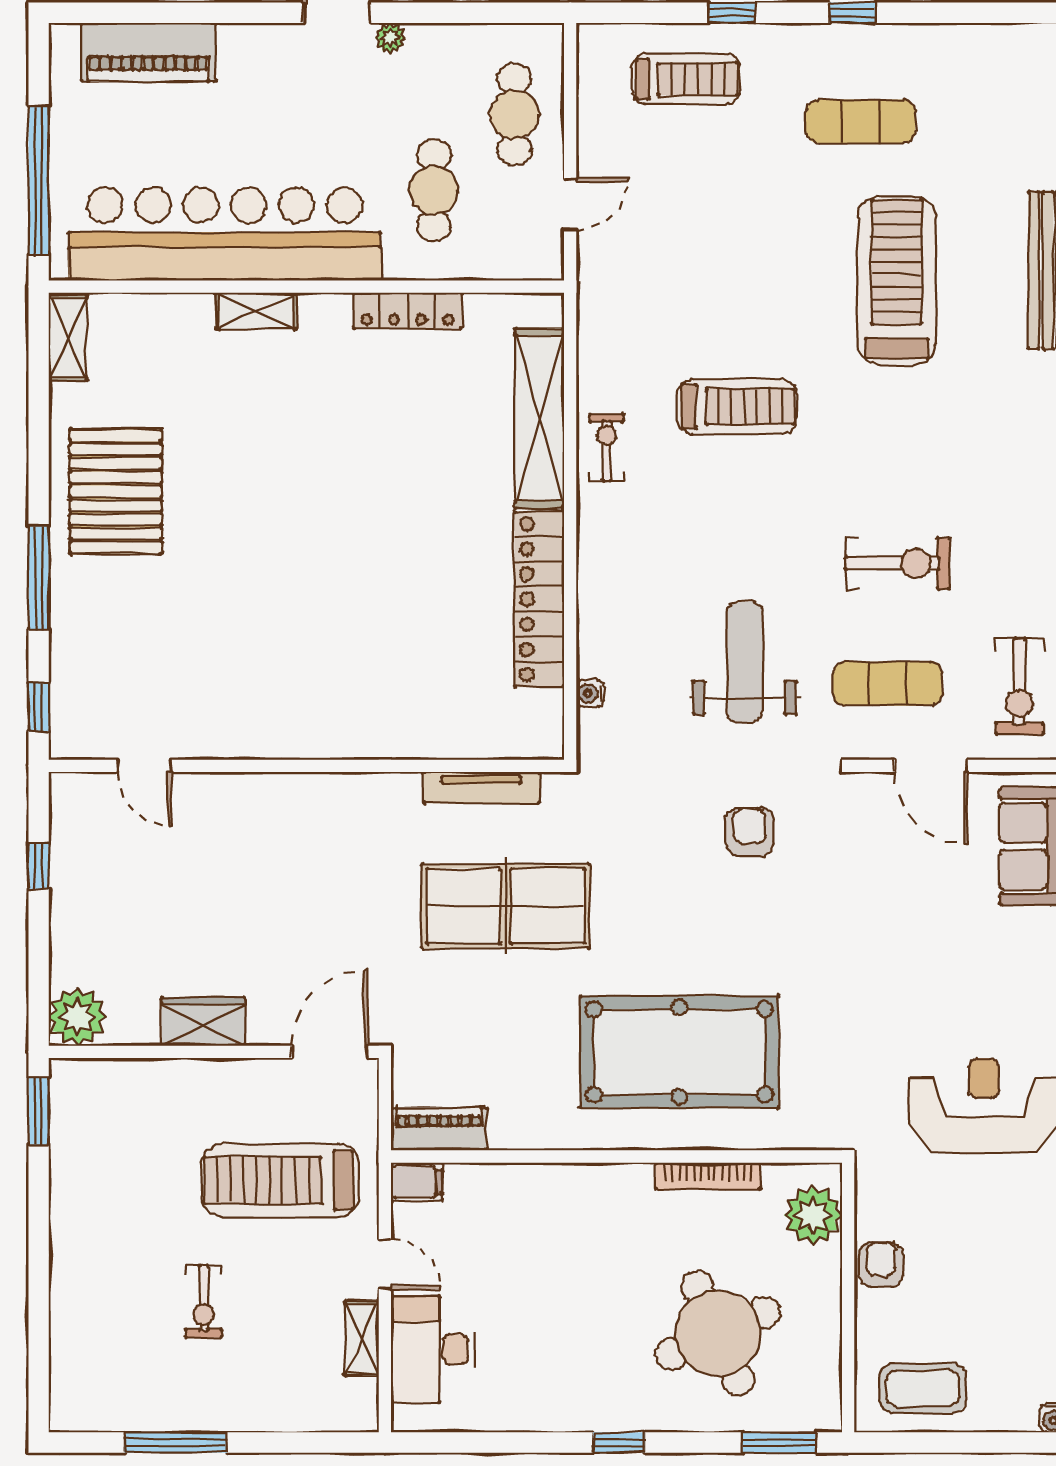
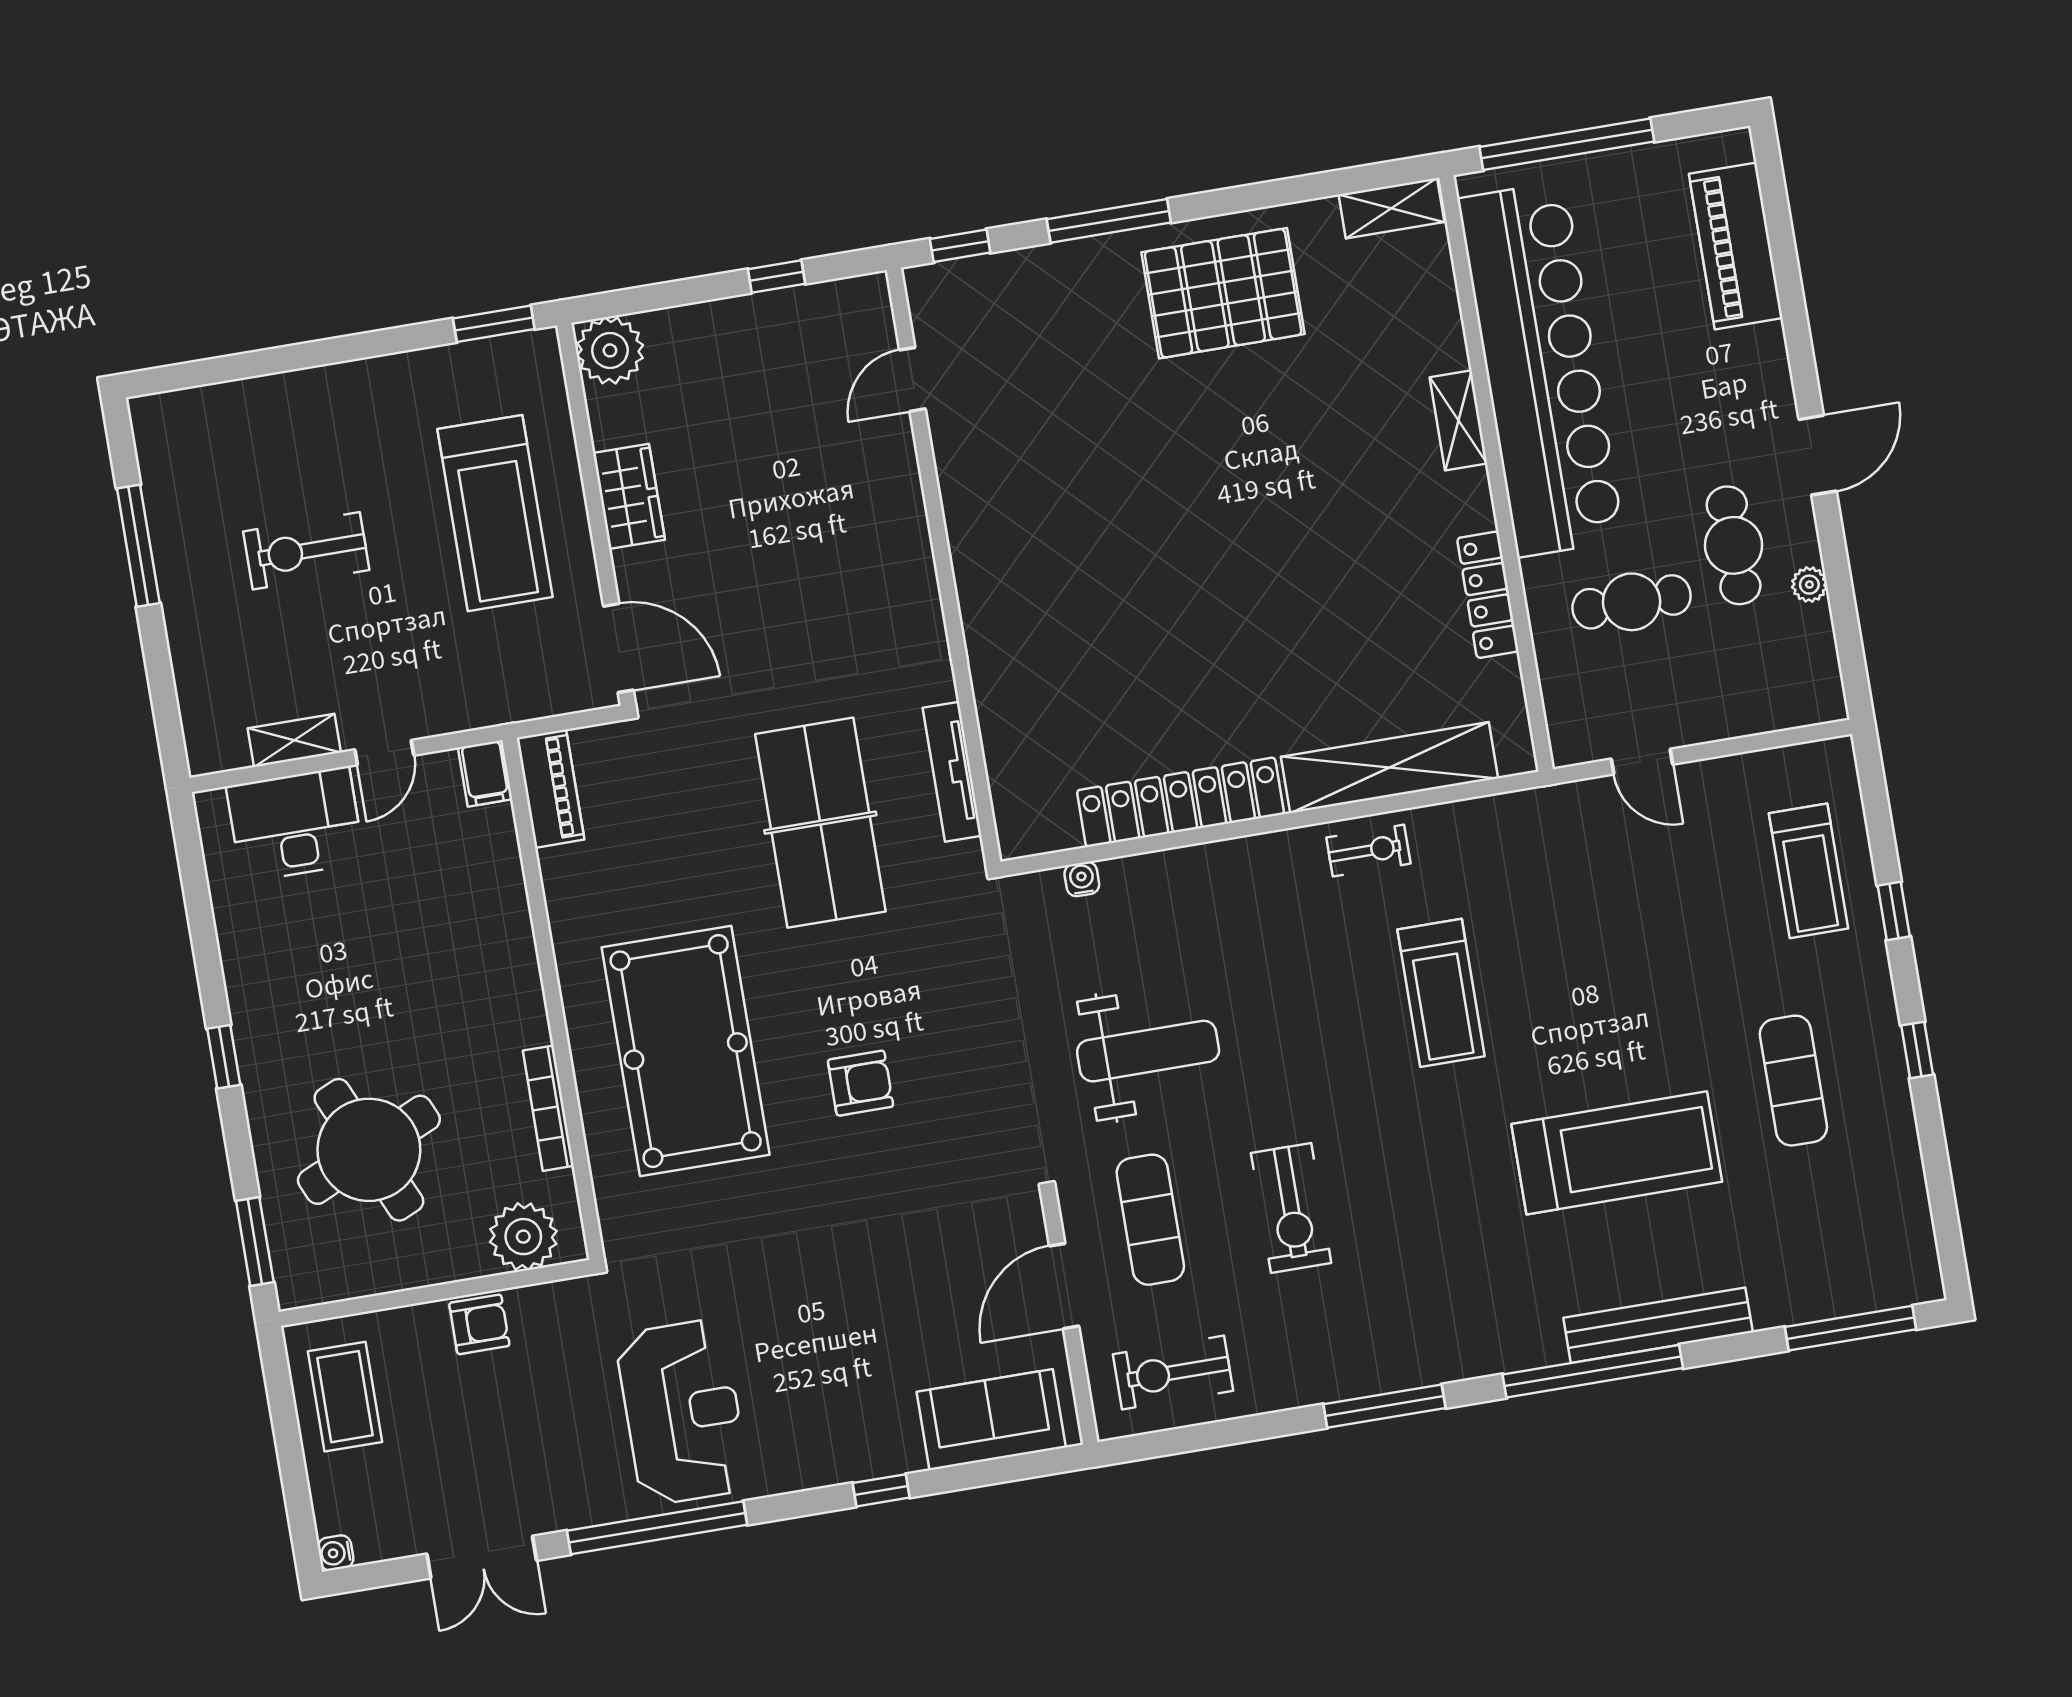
plant: (390, 38) -> (1809, 585), moved
cafe table: (514, 114) -> (1734, 545), moved, turned 90
armchair: (749, 832) -> (861, 1083), moved
treadmill: (280, 1180) -> (495, 513), moved, turned 180
exercise bike: (204, 1301) -> (306, 551), width x1.38, depth x1.39

